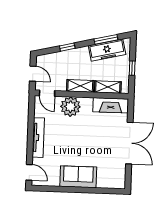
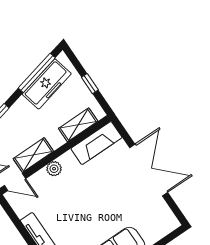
window: (106, 39) -> (37, 73), width x1.44
shelving: (80, 86) -> (33, 155), moved
plant: (70, 107) -> (54, 169), width x0.53, depth x0.53

